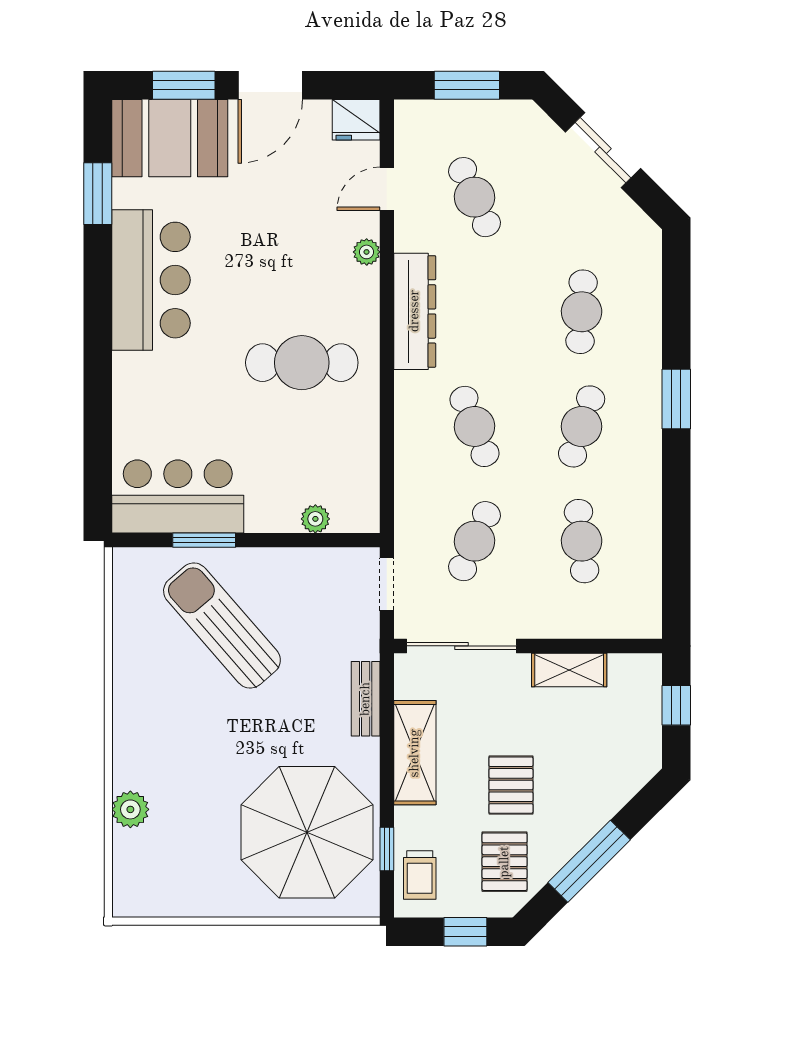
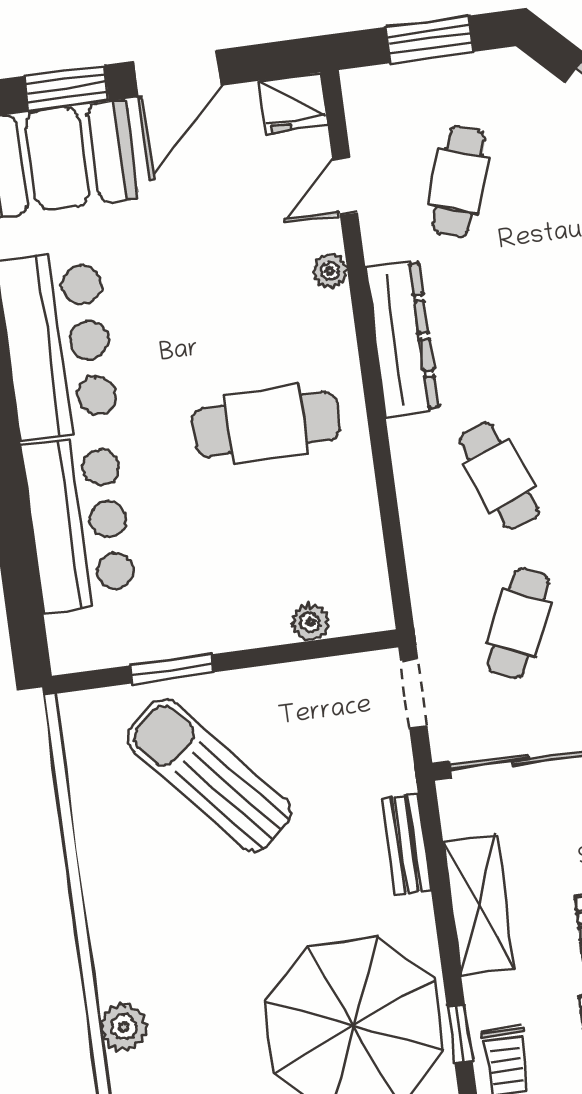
cafe table: (474, 197) -> (459, 182), turned 42
bar counter: (178, 496) -> (79, 523), moved, turned 90

